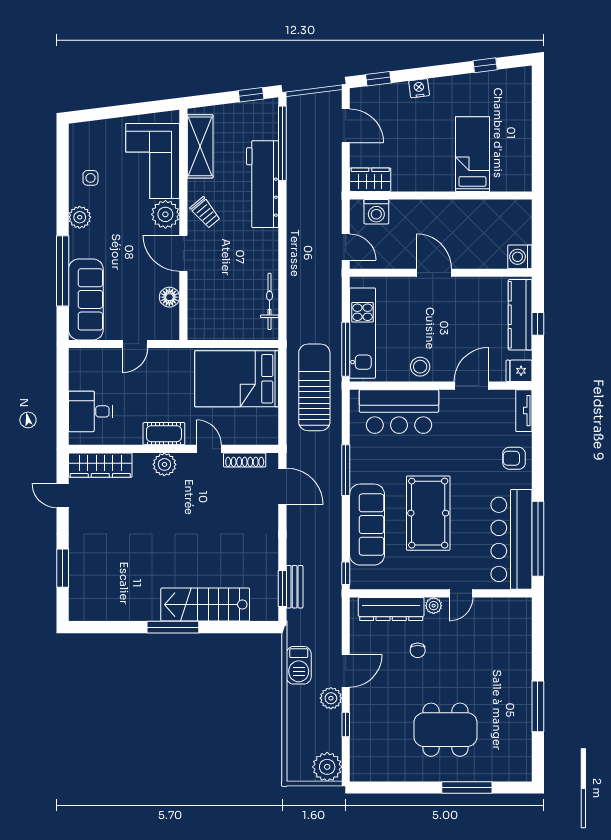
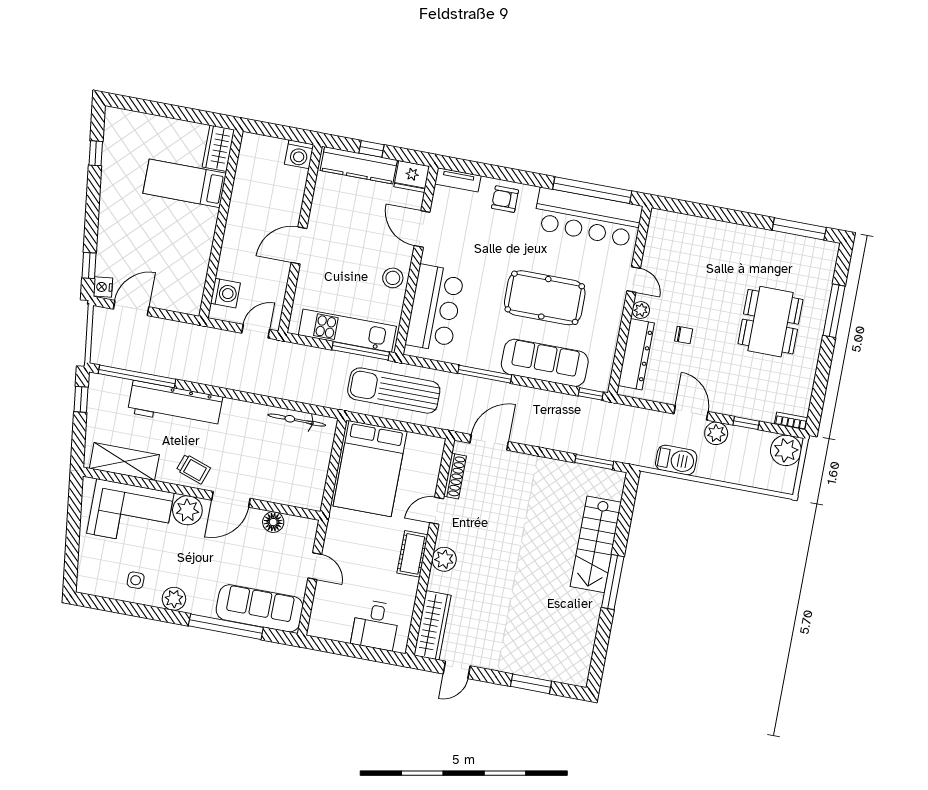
nightstand: (419, 88) -> (103, 287), moved
wardrobe: (370, 180) -> (218, 148), moved
trolley: (205, 213) -> (193, 469), turned 59
fridge: (519, 371) -> (412, 176), width x1.38
armchair: (514, 458) -> (505, 199), turned 90
bench: (295, 587) -> (595, 449), removed
window: (538, 706) -> (799, 229), moved
bookcase: (356, 766) -> (791, 421), added

